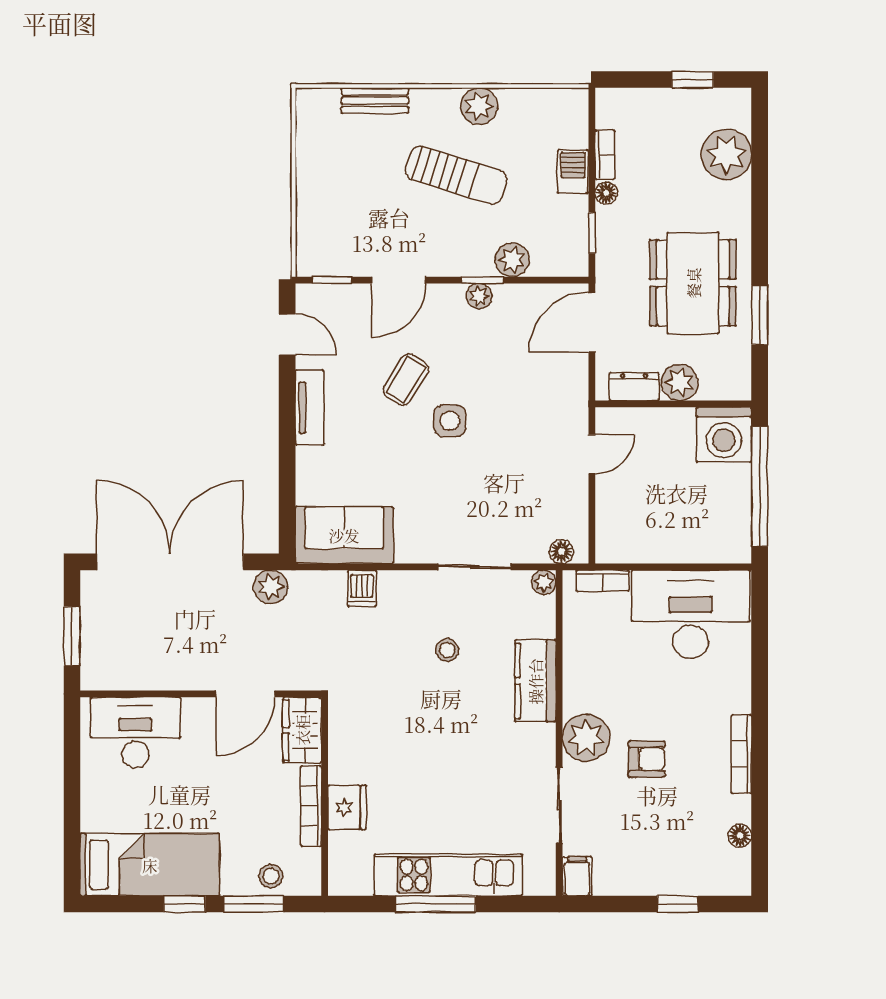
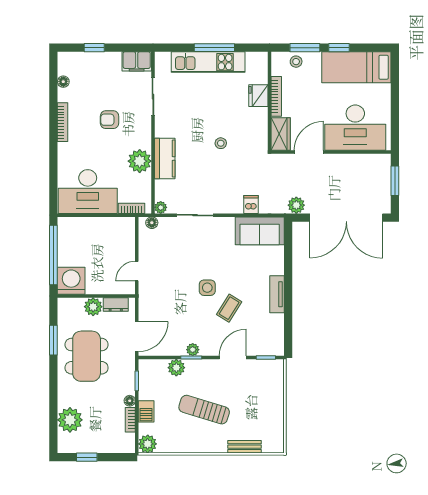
plant: (479, 106) -> (148, 444), moved
door: (287, 334) -> (288, 331), removed
stool: (447, 650) -> (221, 143), moved
desk: (135, 732) -> (355, 128), width x1.36, depth x1.30
plant: (586, 738) -> (140, 161), moved
filing cabinet: (577, 876) -> (137, 61), width x2.00

